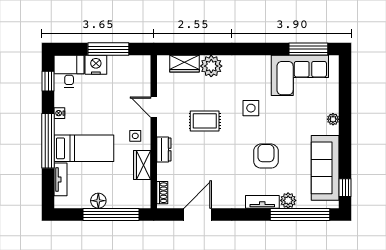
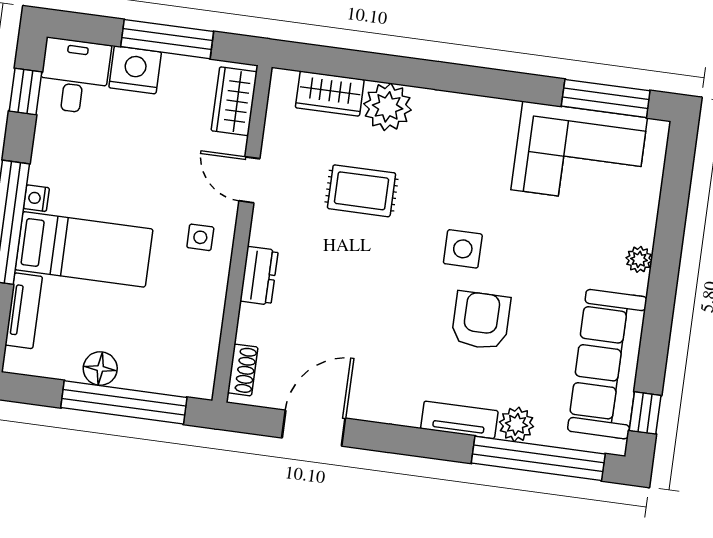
side table: (251, 108) -> (463, 249), moved
nightstand: (59, 113) -> (36, 198), moved
rug: (205, 121) -> (362, 191), moved
wardrobe: (142, 165) -> (234, 101), moved

